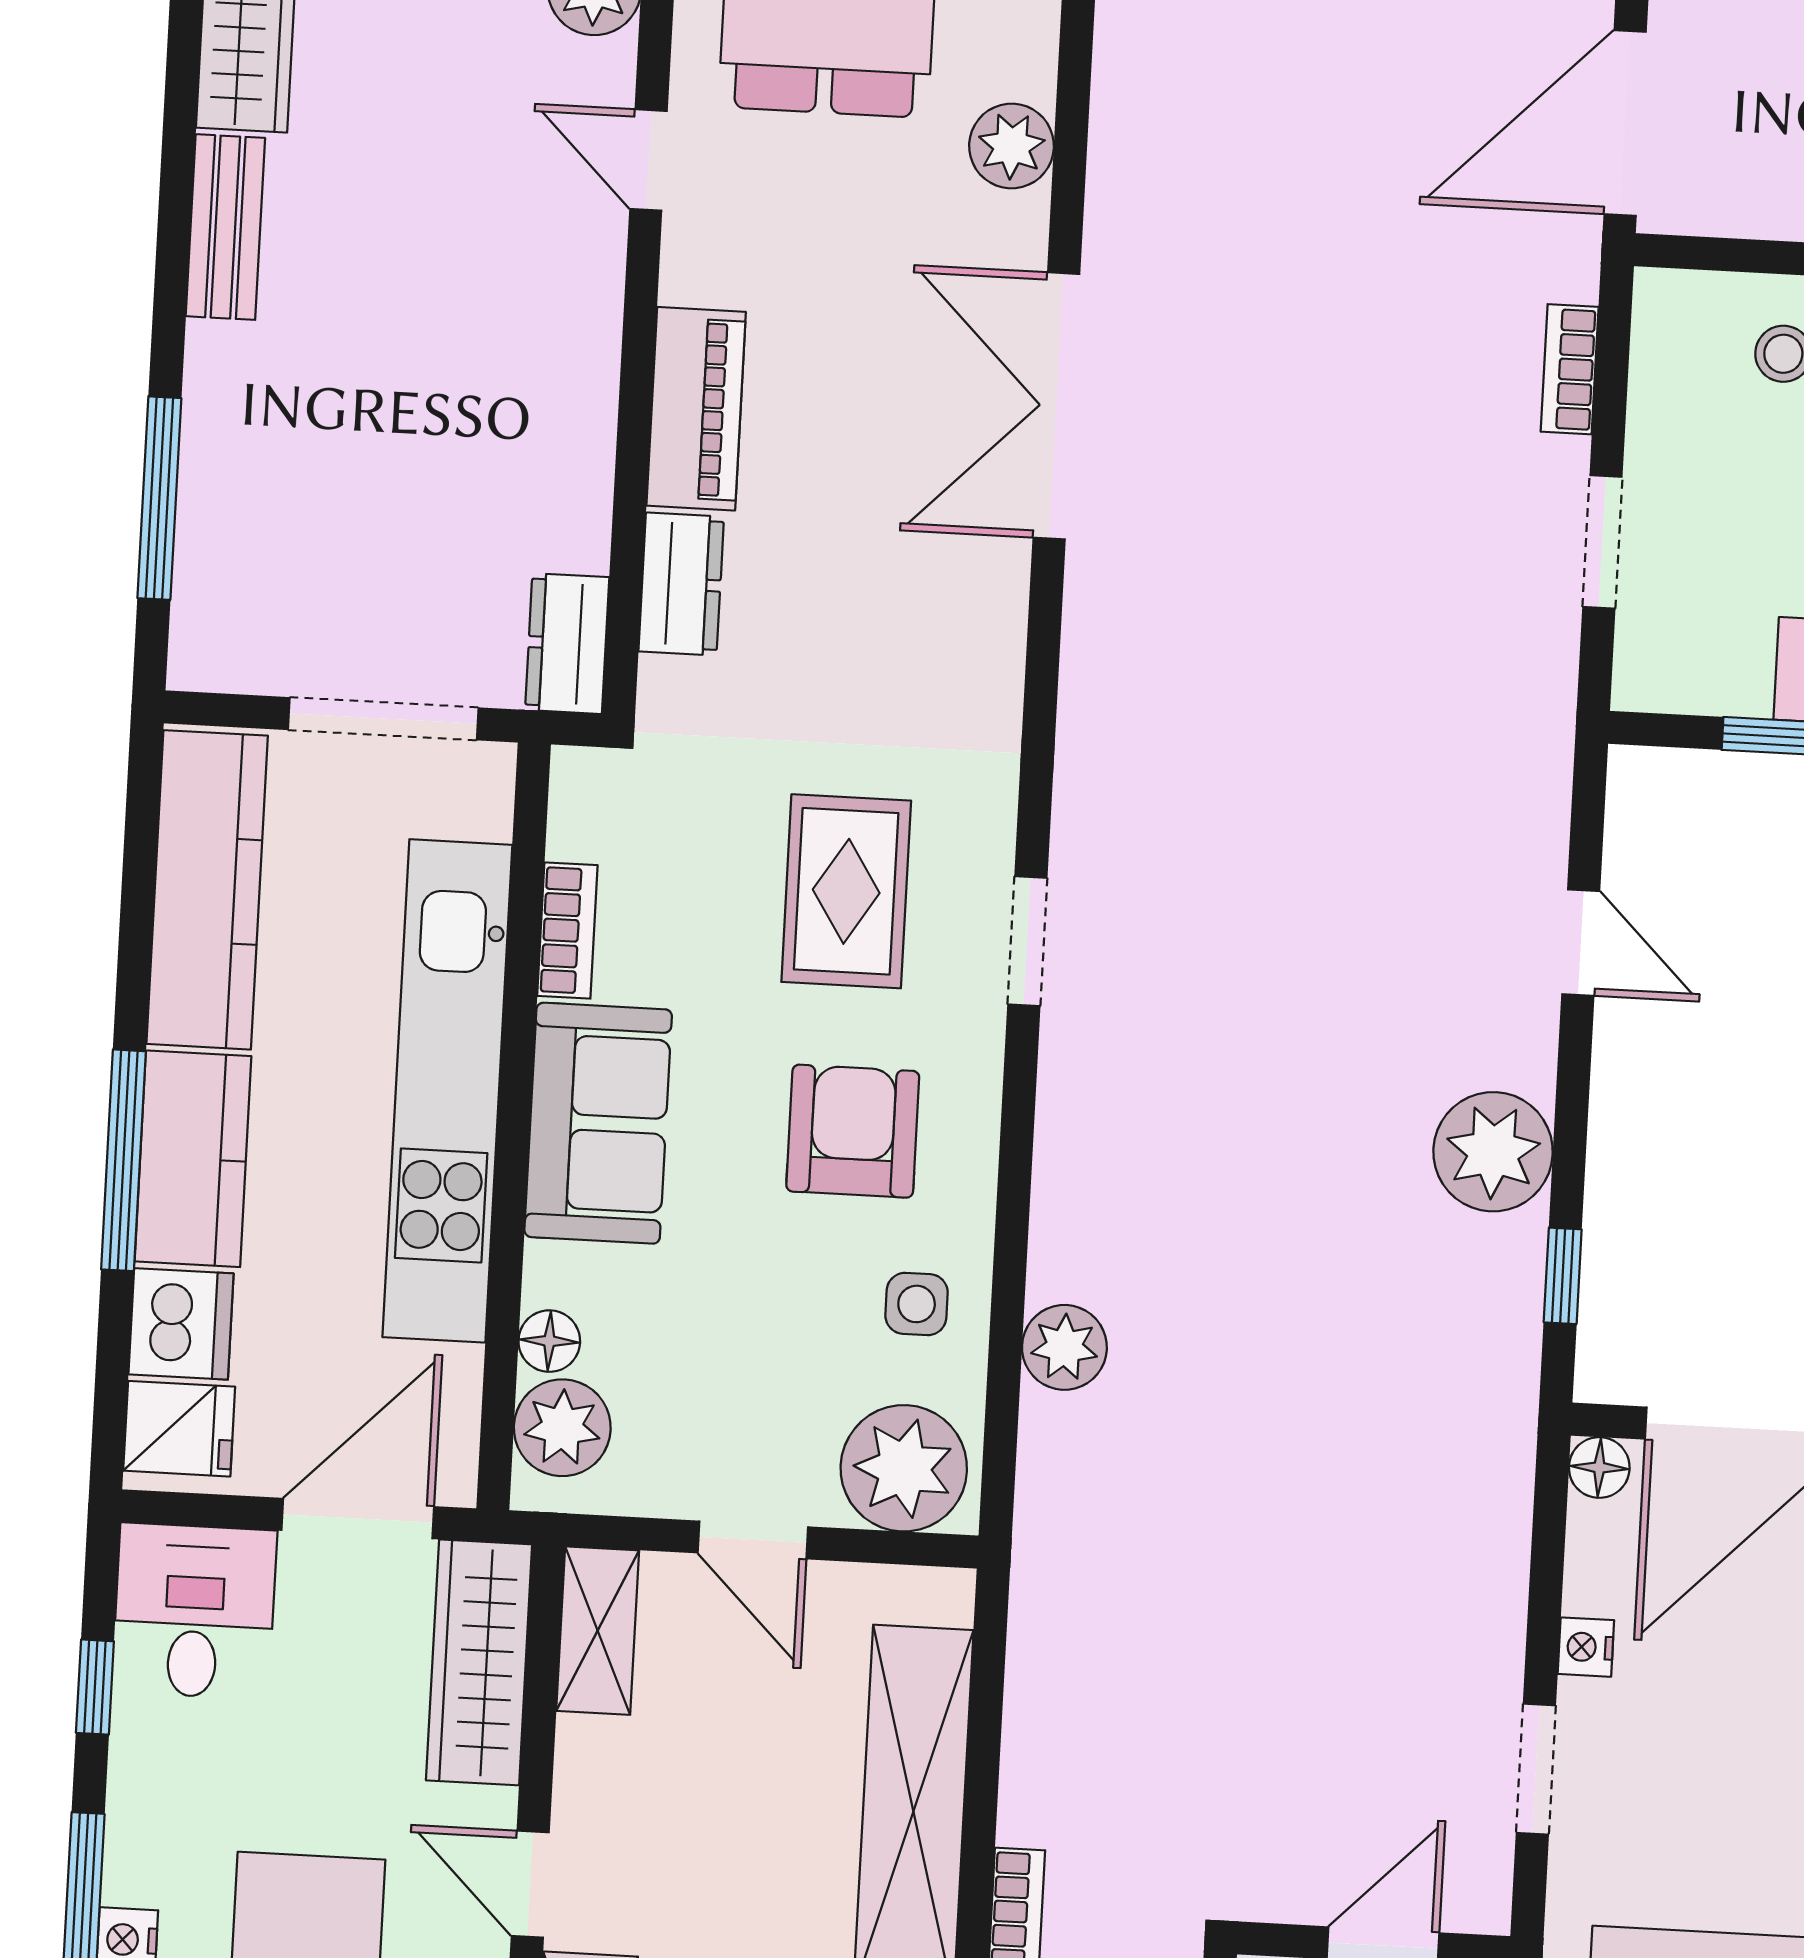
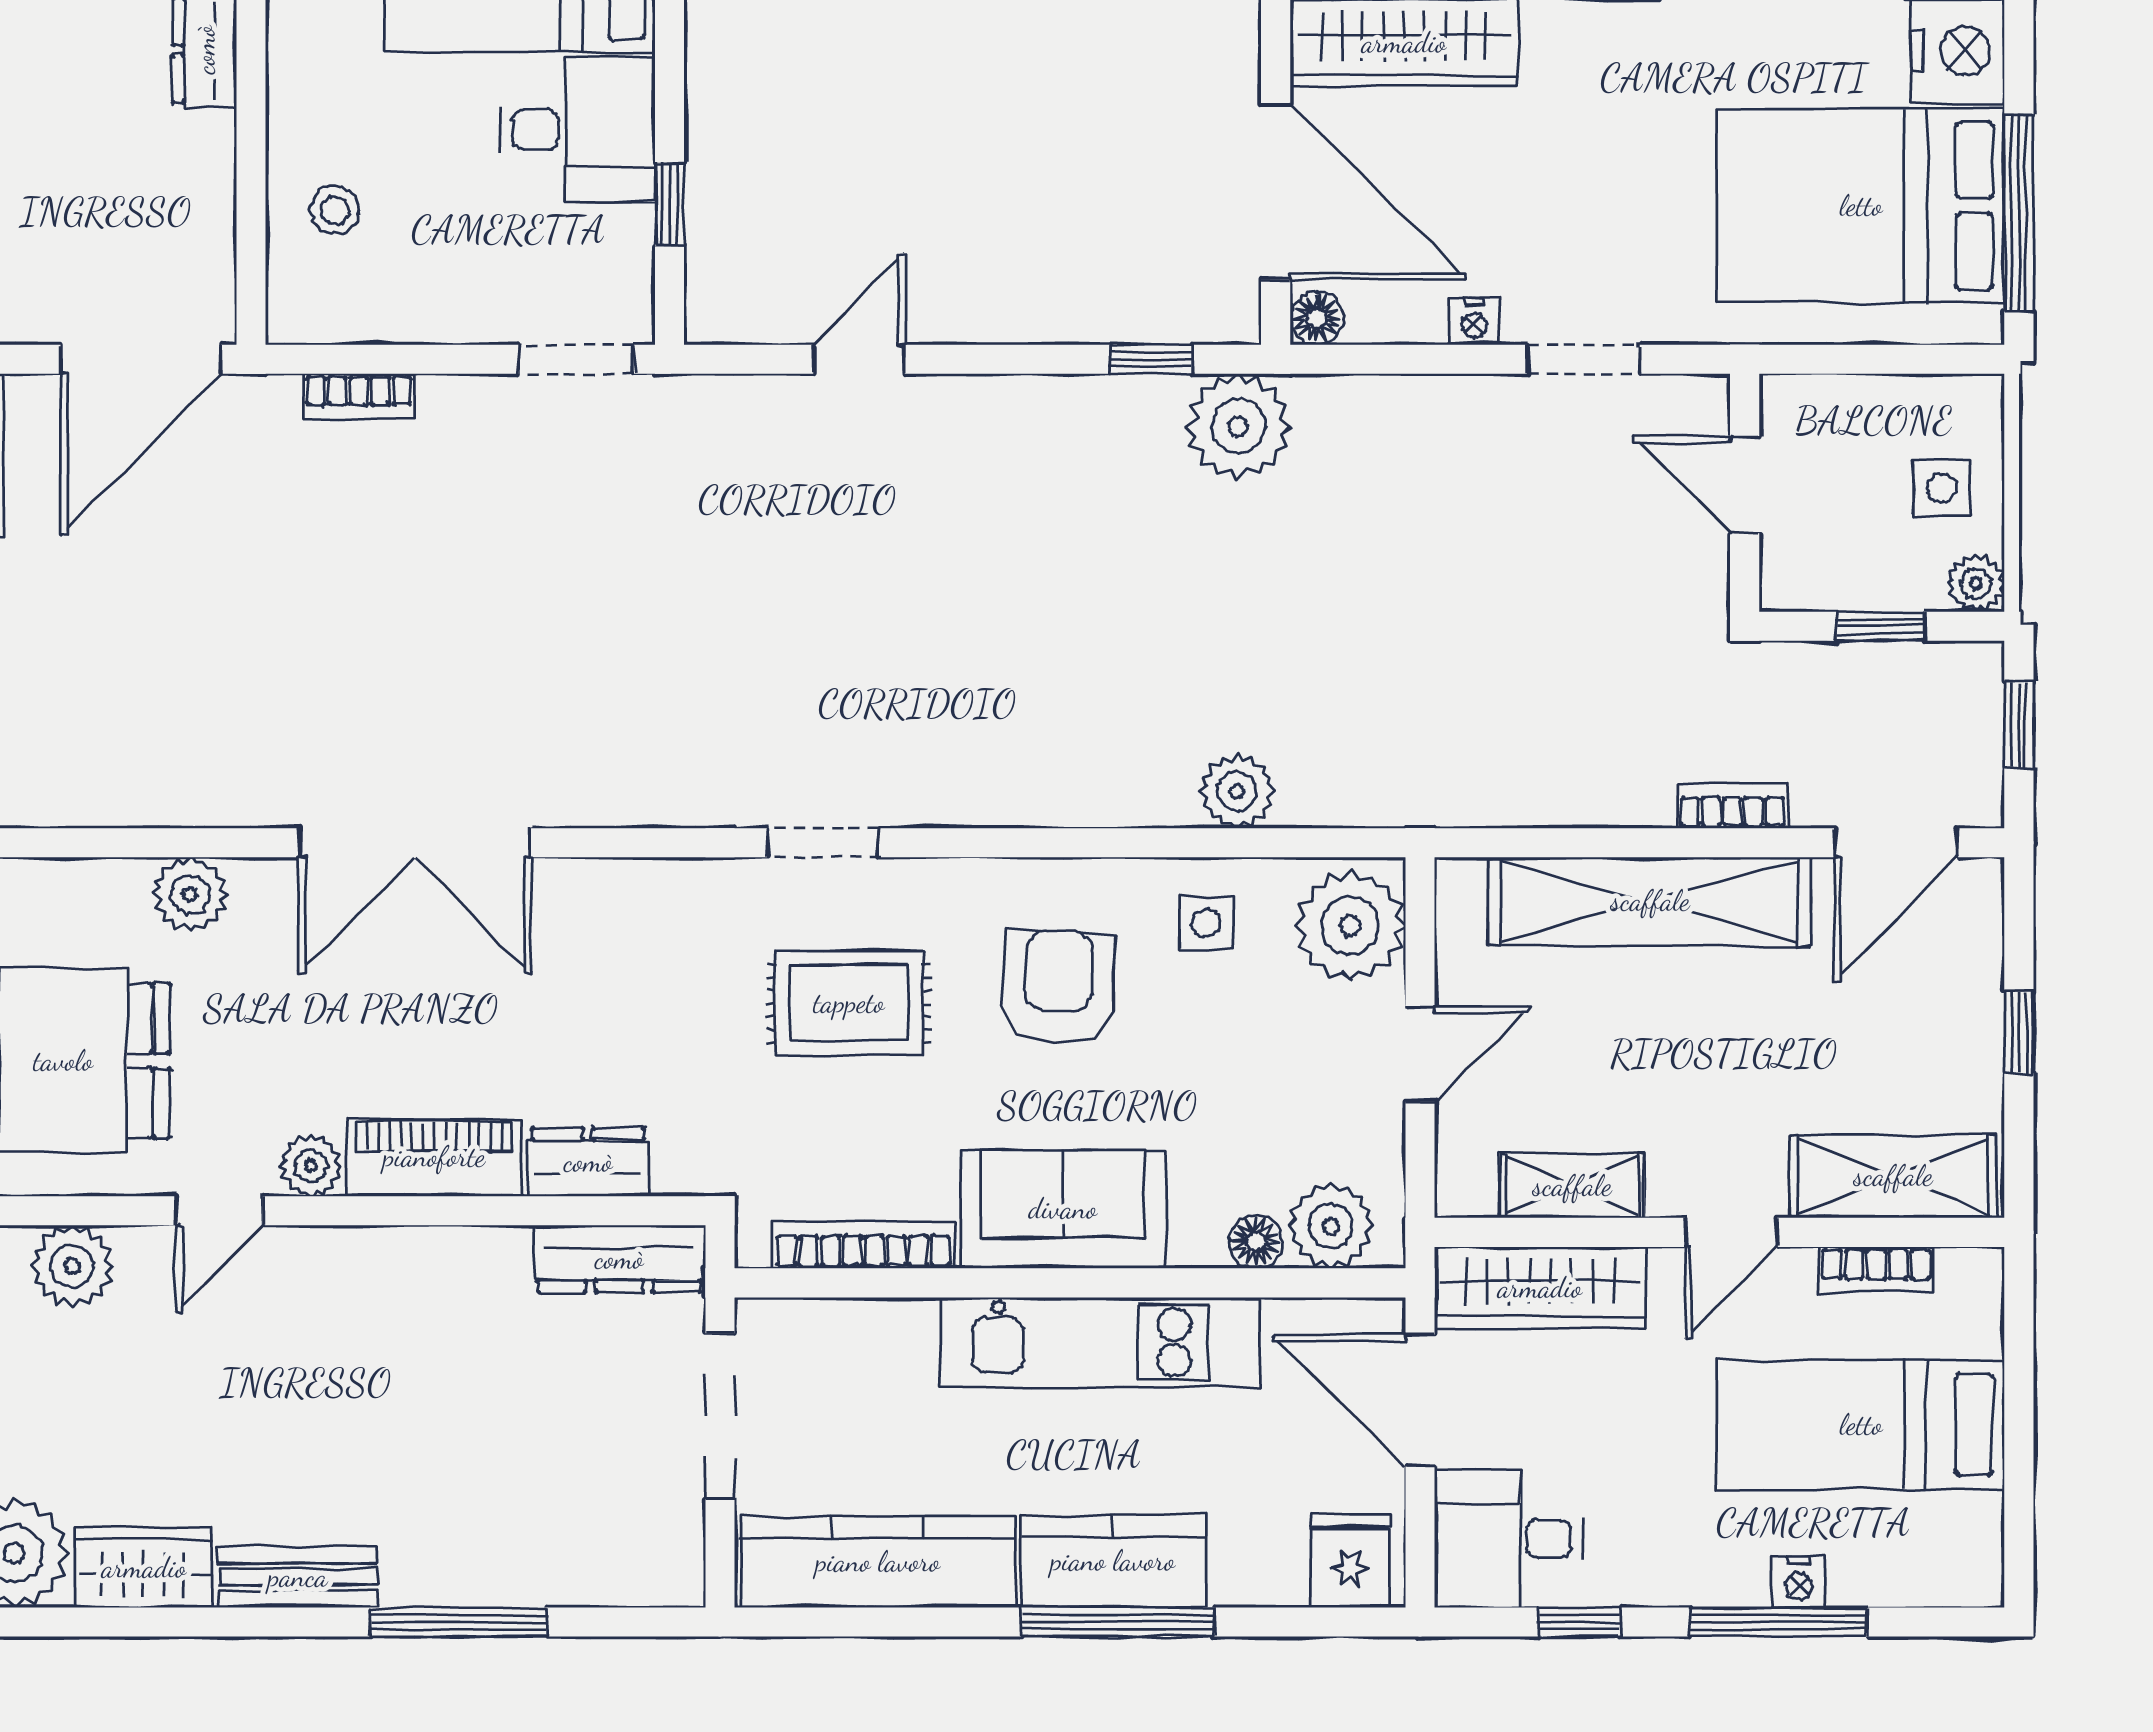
door: (1625, 123) -> (141, 359), hinge flipped
plant: (694, 267) -> (311, 1166), added
window: (159, 498) -> (459, 1622), moved
doorway: (1602, 542) -> (576, 359), moved
dresser: (567, 644) -> (619, 1259), width x1.44
bookcase: (567, 931) -> (863, 1245), width x1.56
doorway: (1027, 941) -> (823, 843), moved
kitchen unit: (447, 1091) -> (1100, 1342), width x0.73
armchair: (853, 1131) -> (1058, 986), turned 93
plant: (1493, 1152) -> (1238, 426), moved
dishwasher: (181, 1324) -> (1258, 1564), removed
shelving: (598, 1631) -> (1572, 1186), moved

